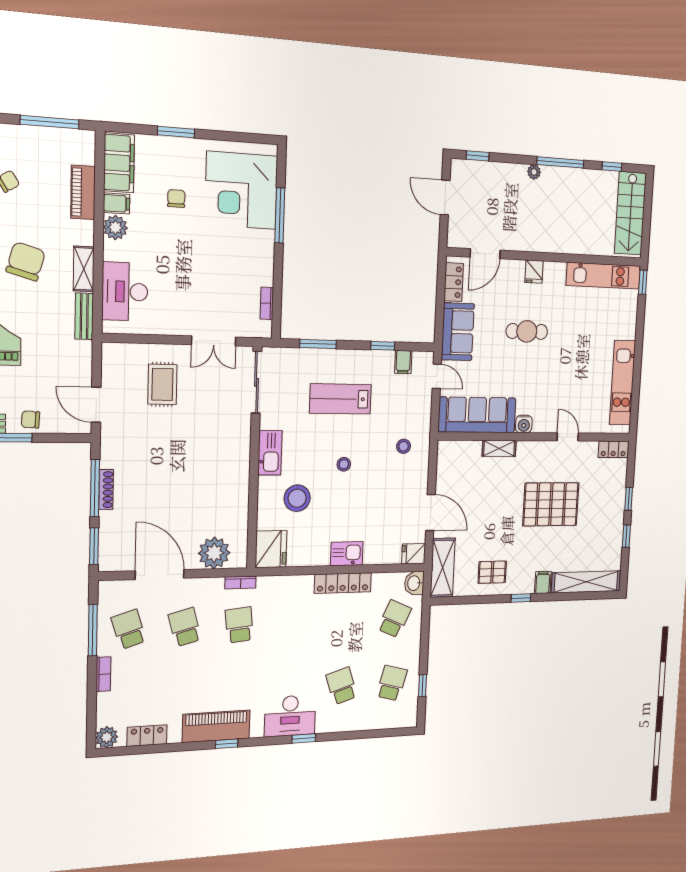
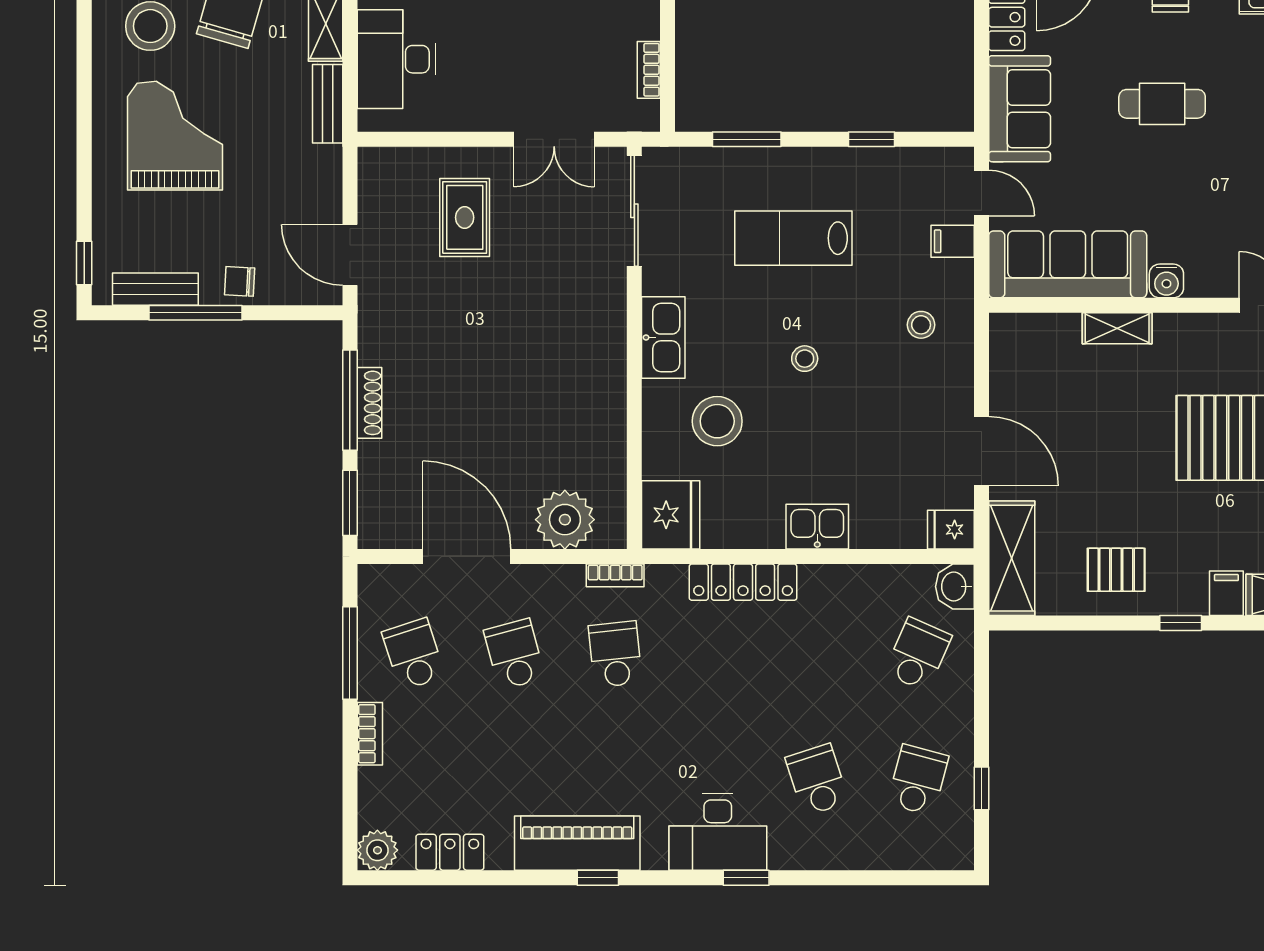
filing cabinet: (403, 362) -> (953, 241), moved, turned 90
locker: (343, 583) -> (743, 582), moved

